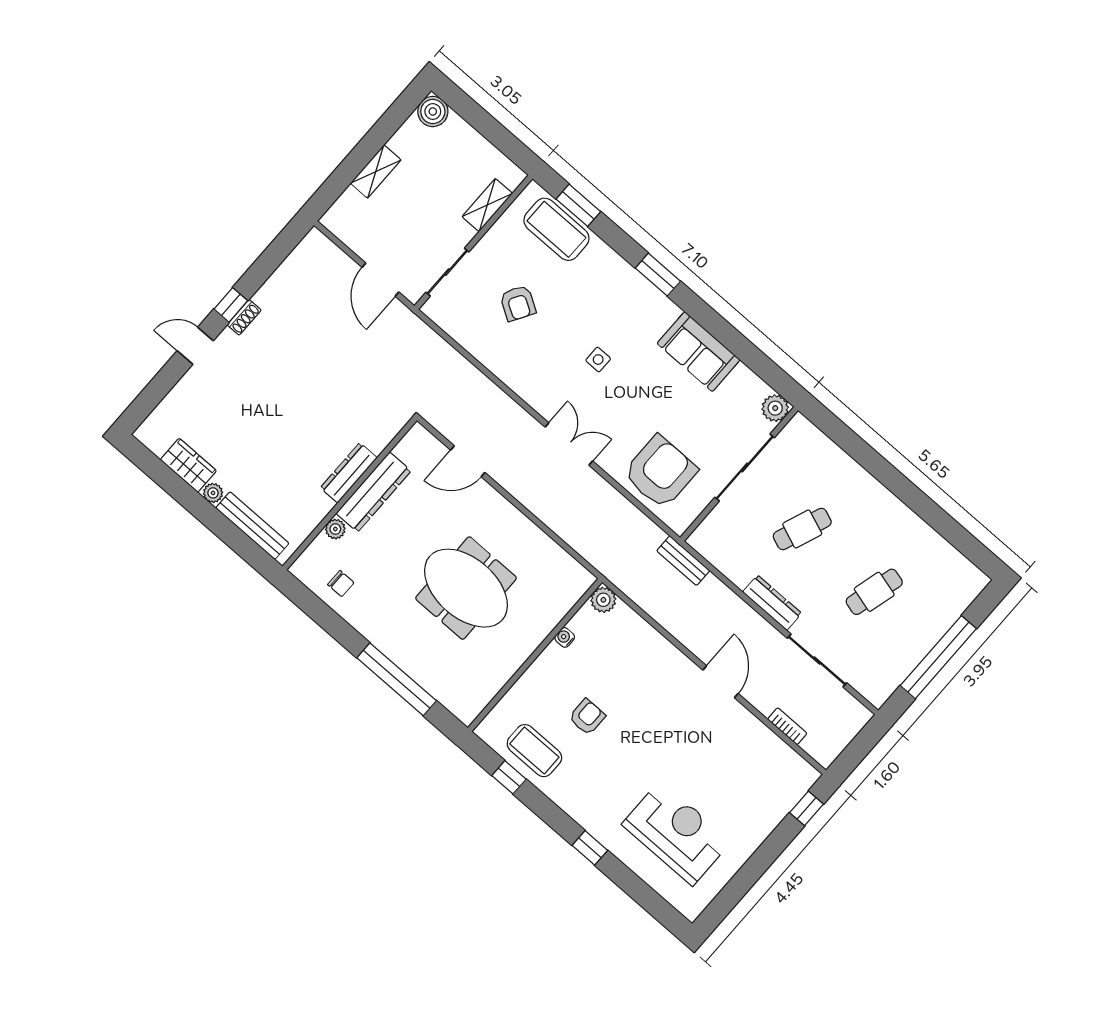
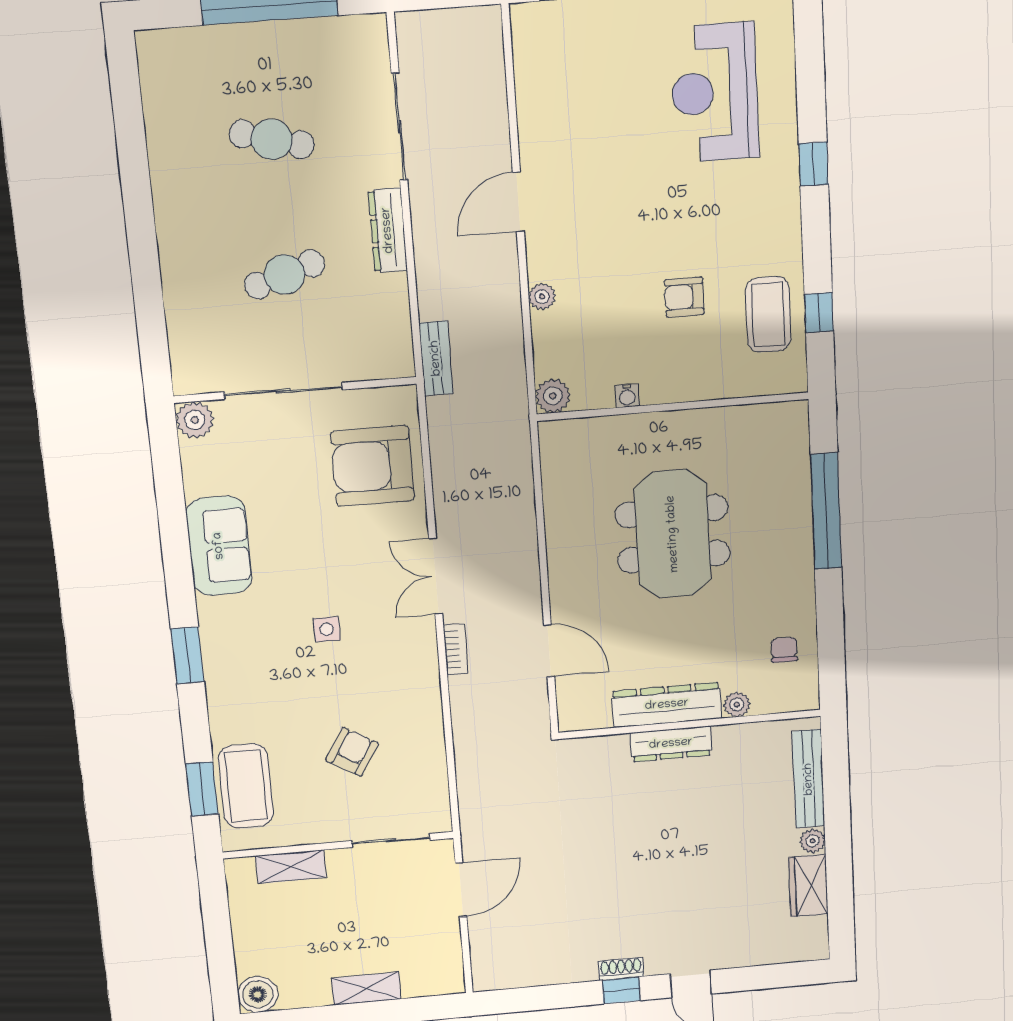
cafe table: (802, 529) -> (284, 275), turned -39
plant: (660, 646) -> (542, 297), added
bookcase: (787, 726) -> (456, 649), moved, turned 180

